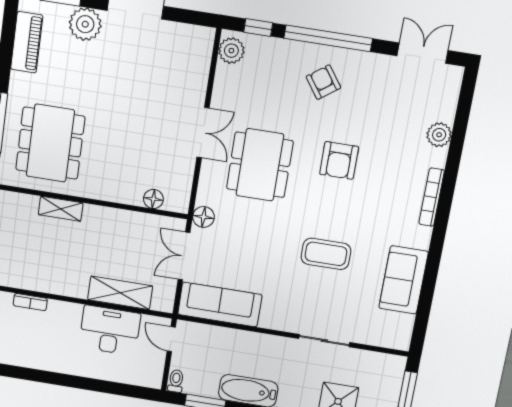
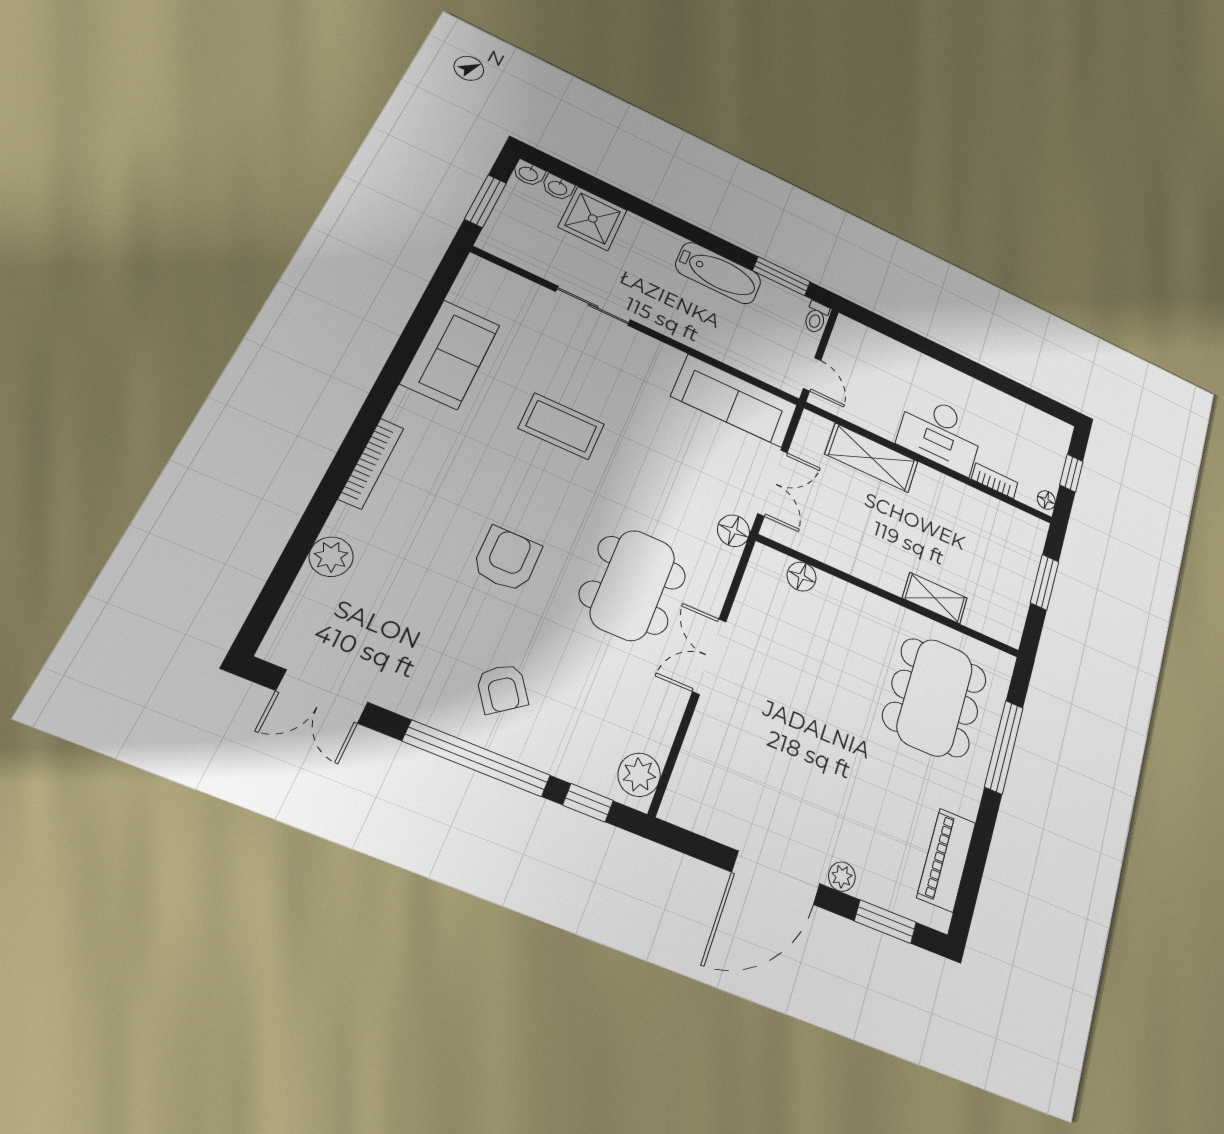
plant: (85, 24) -> (842, 877), width x0.53, depth x0.53
desk: (110, 330) -> (940, 433), moved

